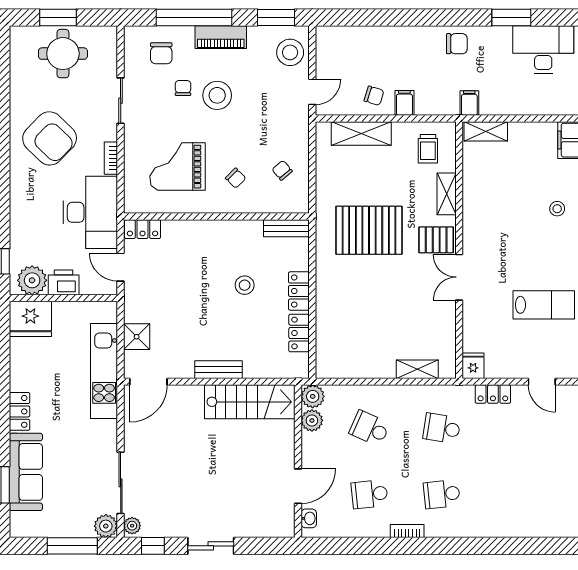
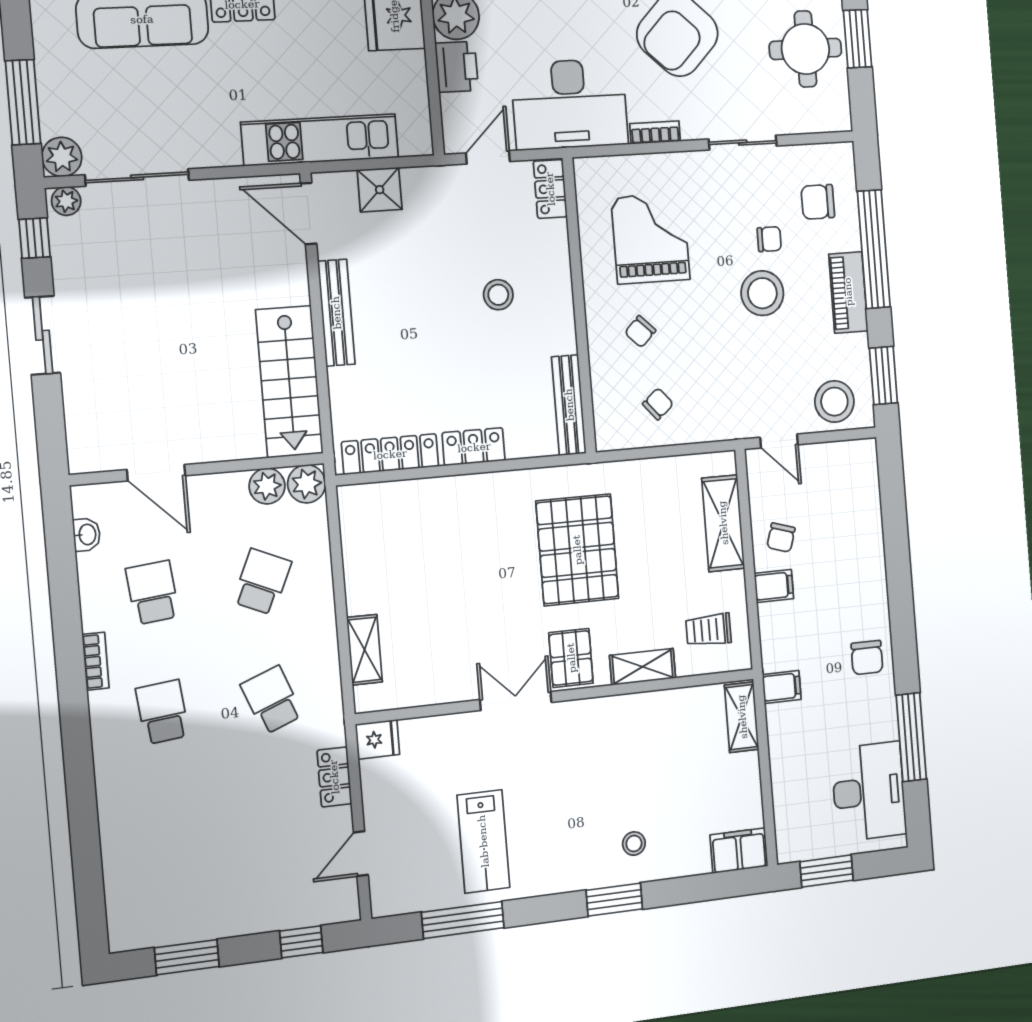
window: (511, 18) -> (911, 737), width x1.44
bench: (286, 228) -> (569, 405), width x1.36
stool: (245, 285) -> (498, 295), moved
locker: (299, 333) -> (390, 454), width x1.53
bench: (219, 370) -> (336, 313), width x1.36
school desk: (442, 428) -> (272, 700), turned -30
washbasin: (309, 518) -> (87, 535), moved, turned -90

